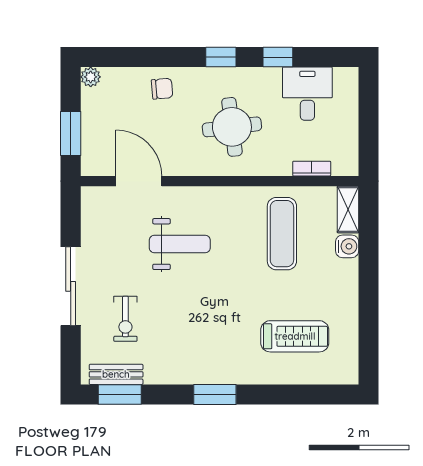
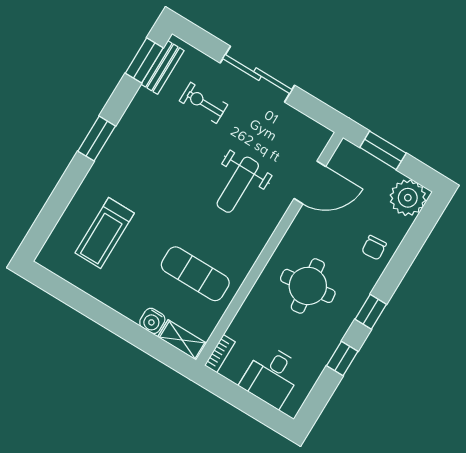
plant: (91, 77) -> (408, 198), width x1.88, depth x1.88
desk: (307, 94) -> (272, 376), moved, turned 90
bookcase: (312, 169) -> (220, 354), moved

